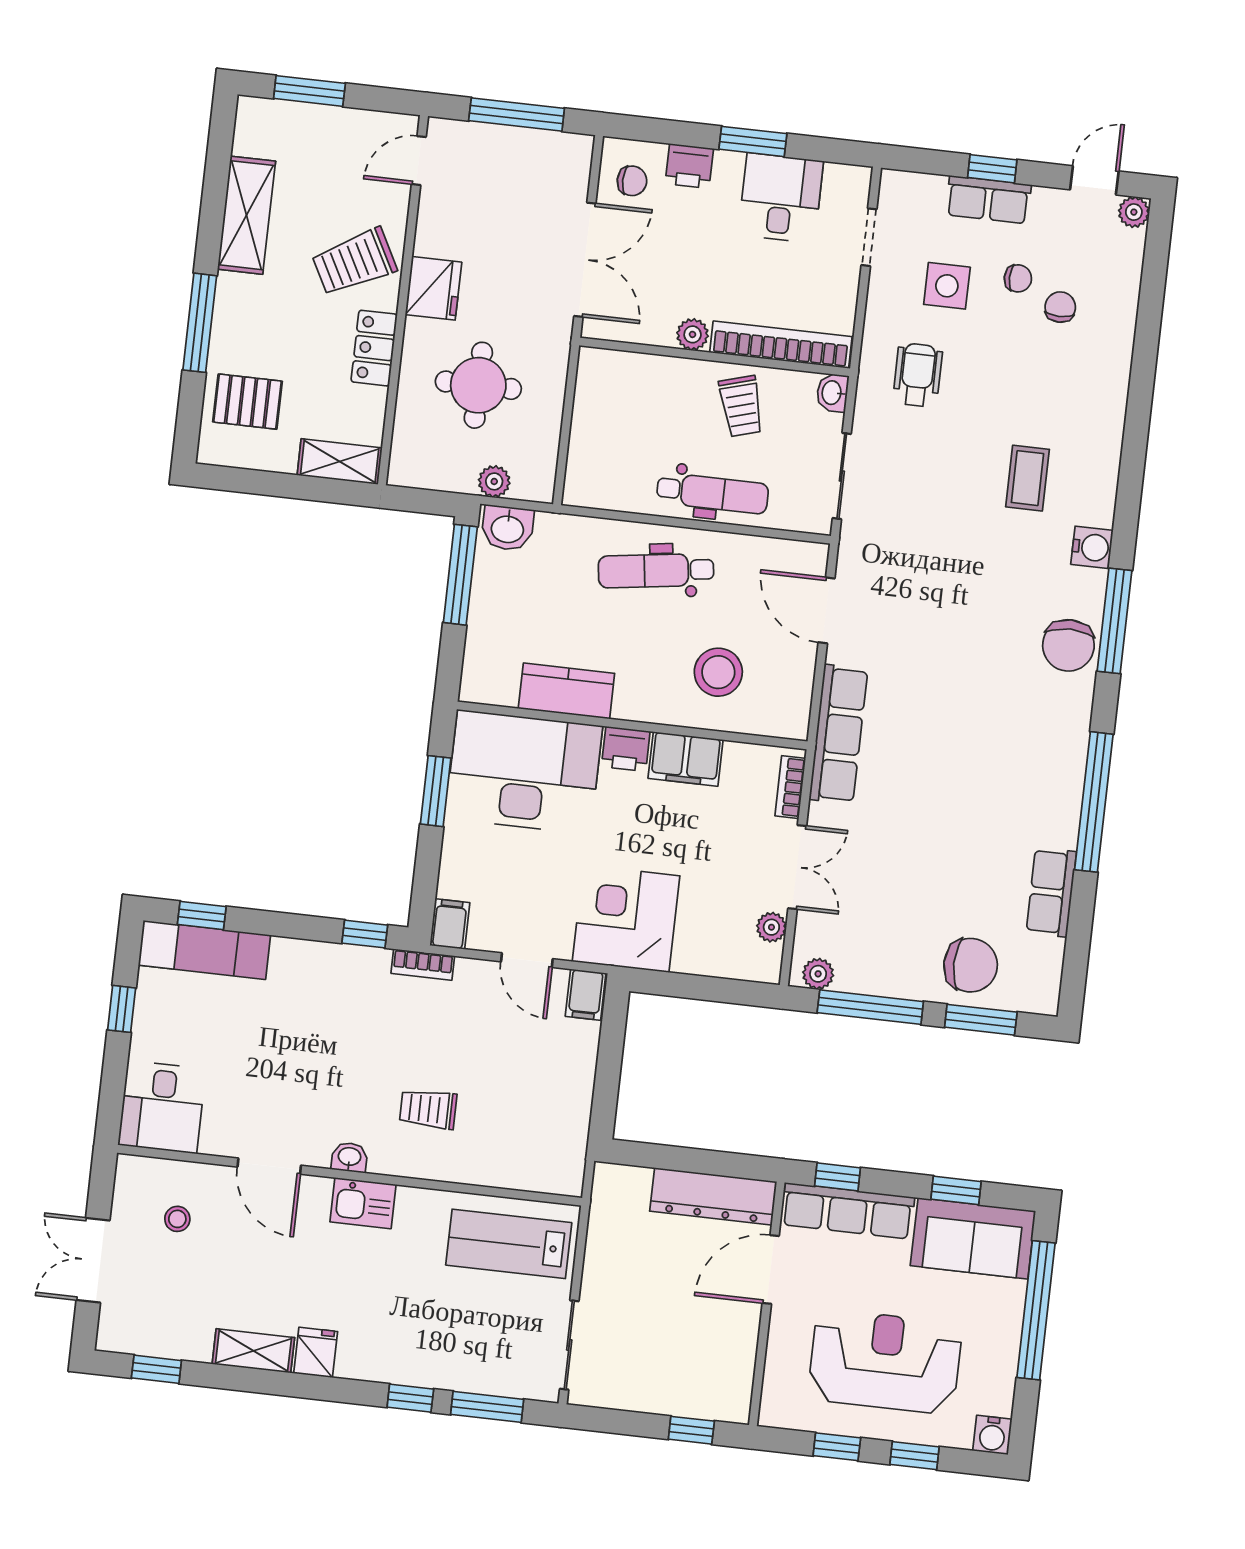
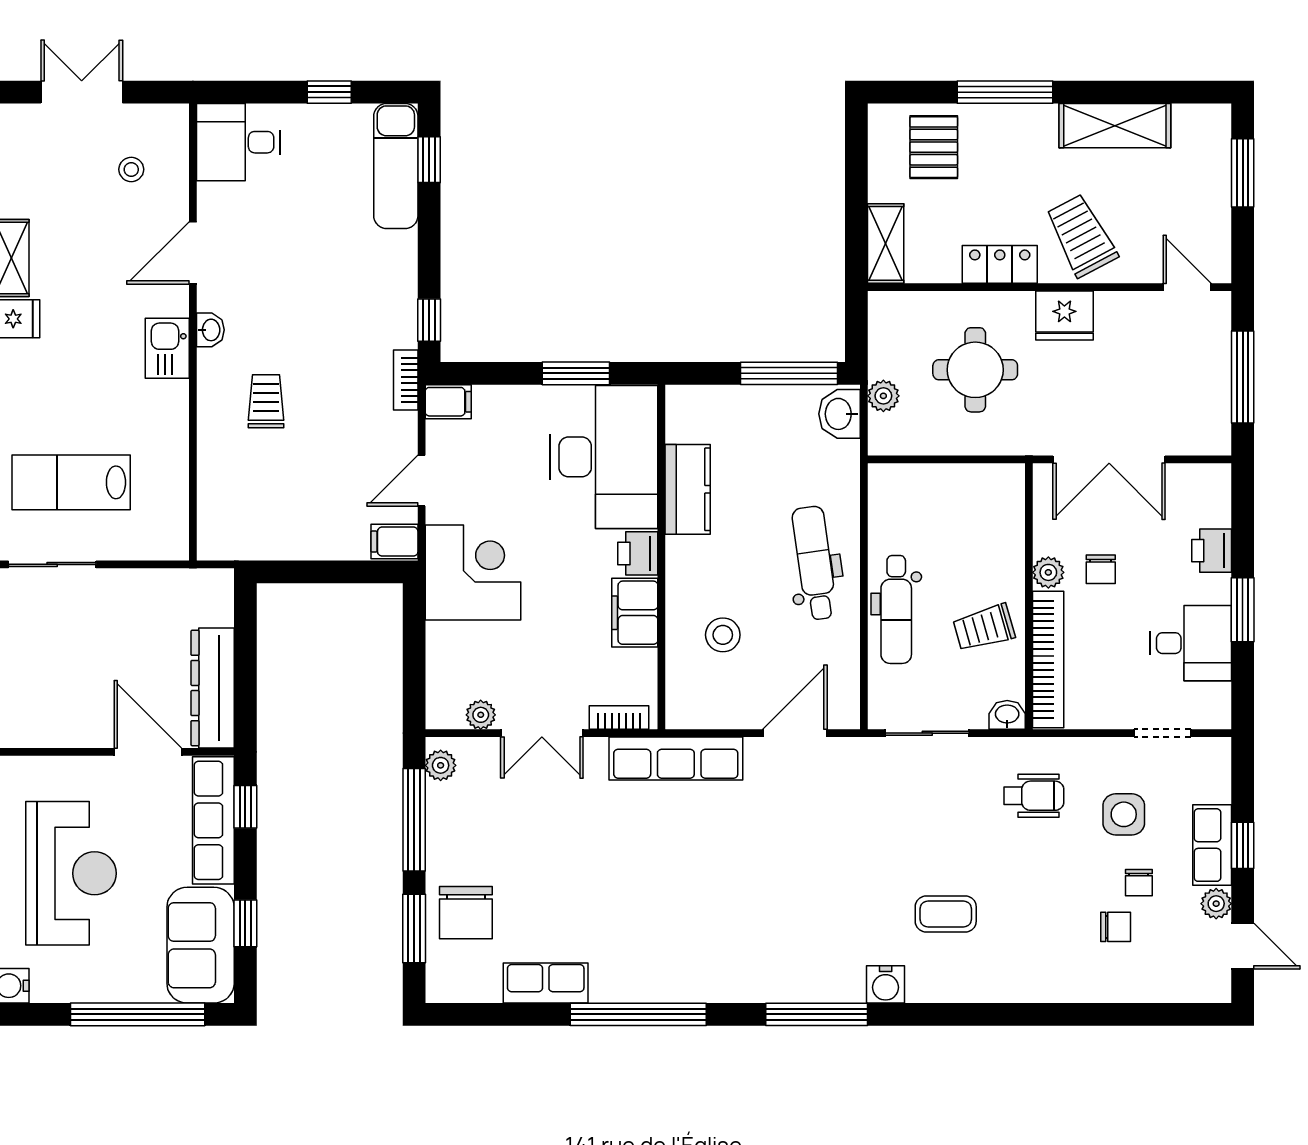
chair: (632, 181) -> (1101, 569), moved
plant: (1134, 212) -> (1216, 904), moved
chair: (1068, 645) -> (788, 972), removed
stool: (718, 672) -> (723, 635), width x0.73, depth x0.73
lab bench: (509, 1244) -> (71, 482), moved, turned -90

